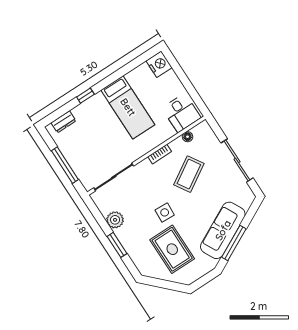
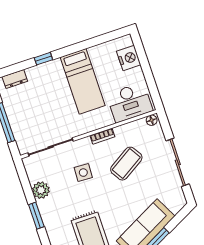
nightstand: (159, 64) -> (129, 58), moved
desk: (182, 113) -> (130, 102), width x1.37
floor lamp: (187, 137) -> (152, 120), moved
side table: (165, 212) -> (83, 173), moved

